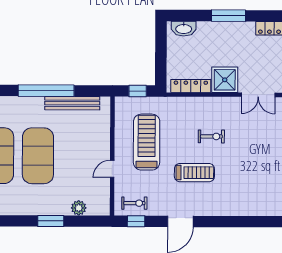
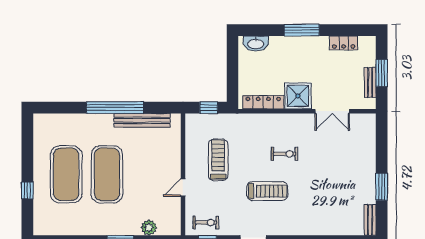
treadmill: (147, 142) -> (218, 160), width x0.73, depth x0.73

